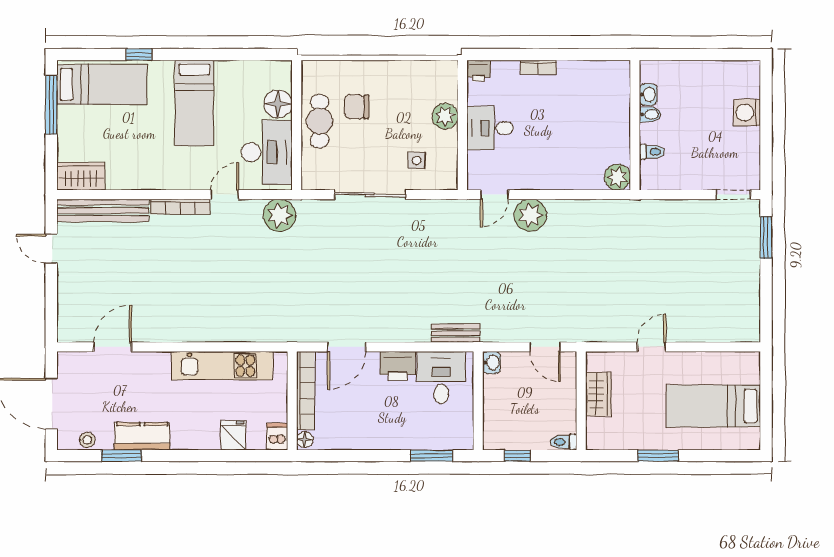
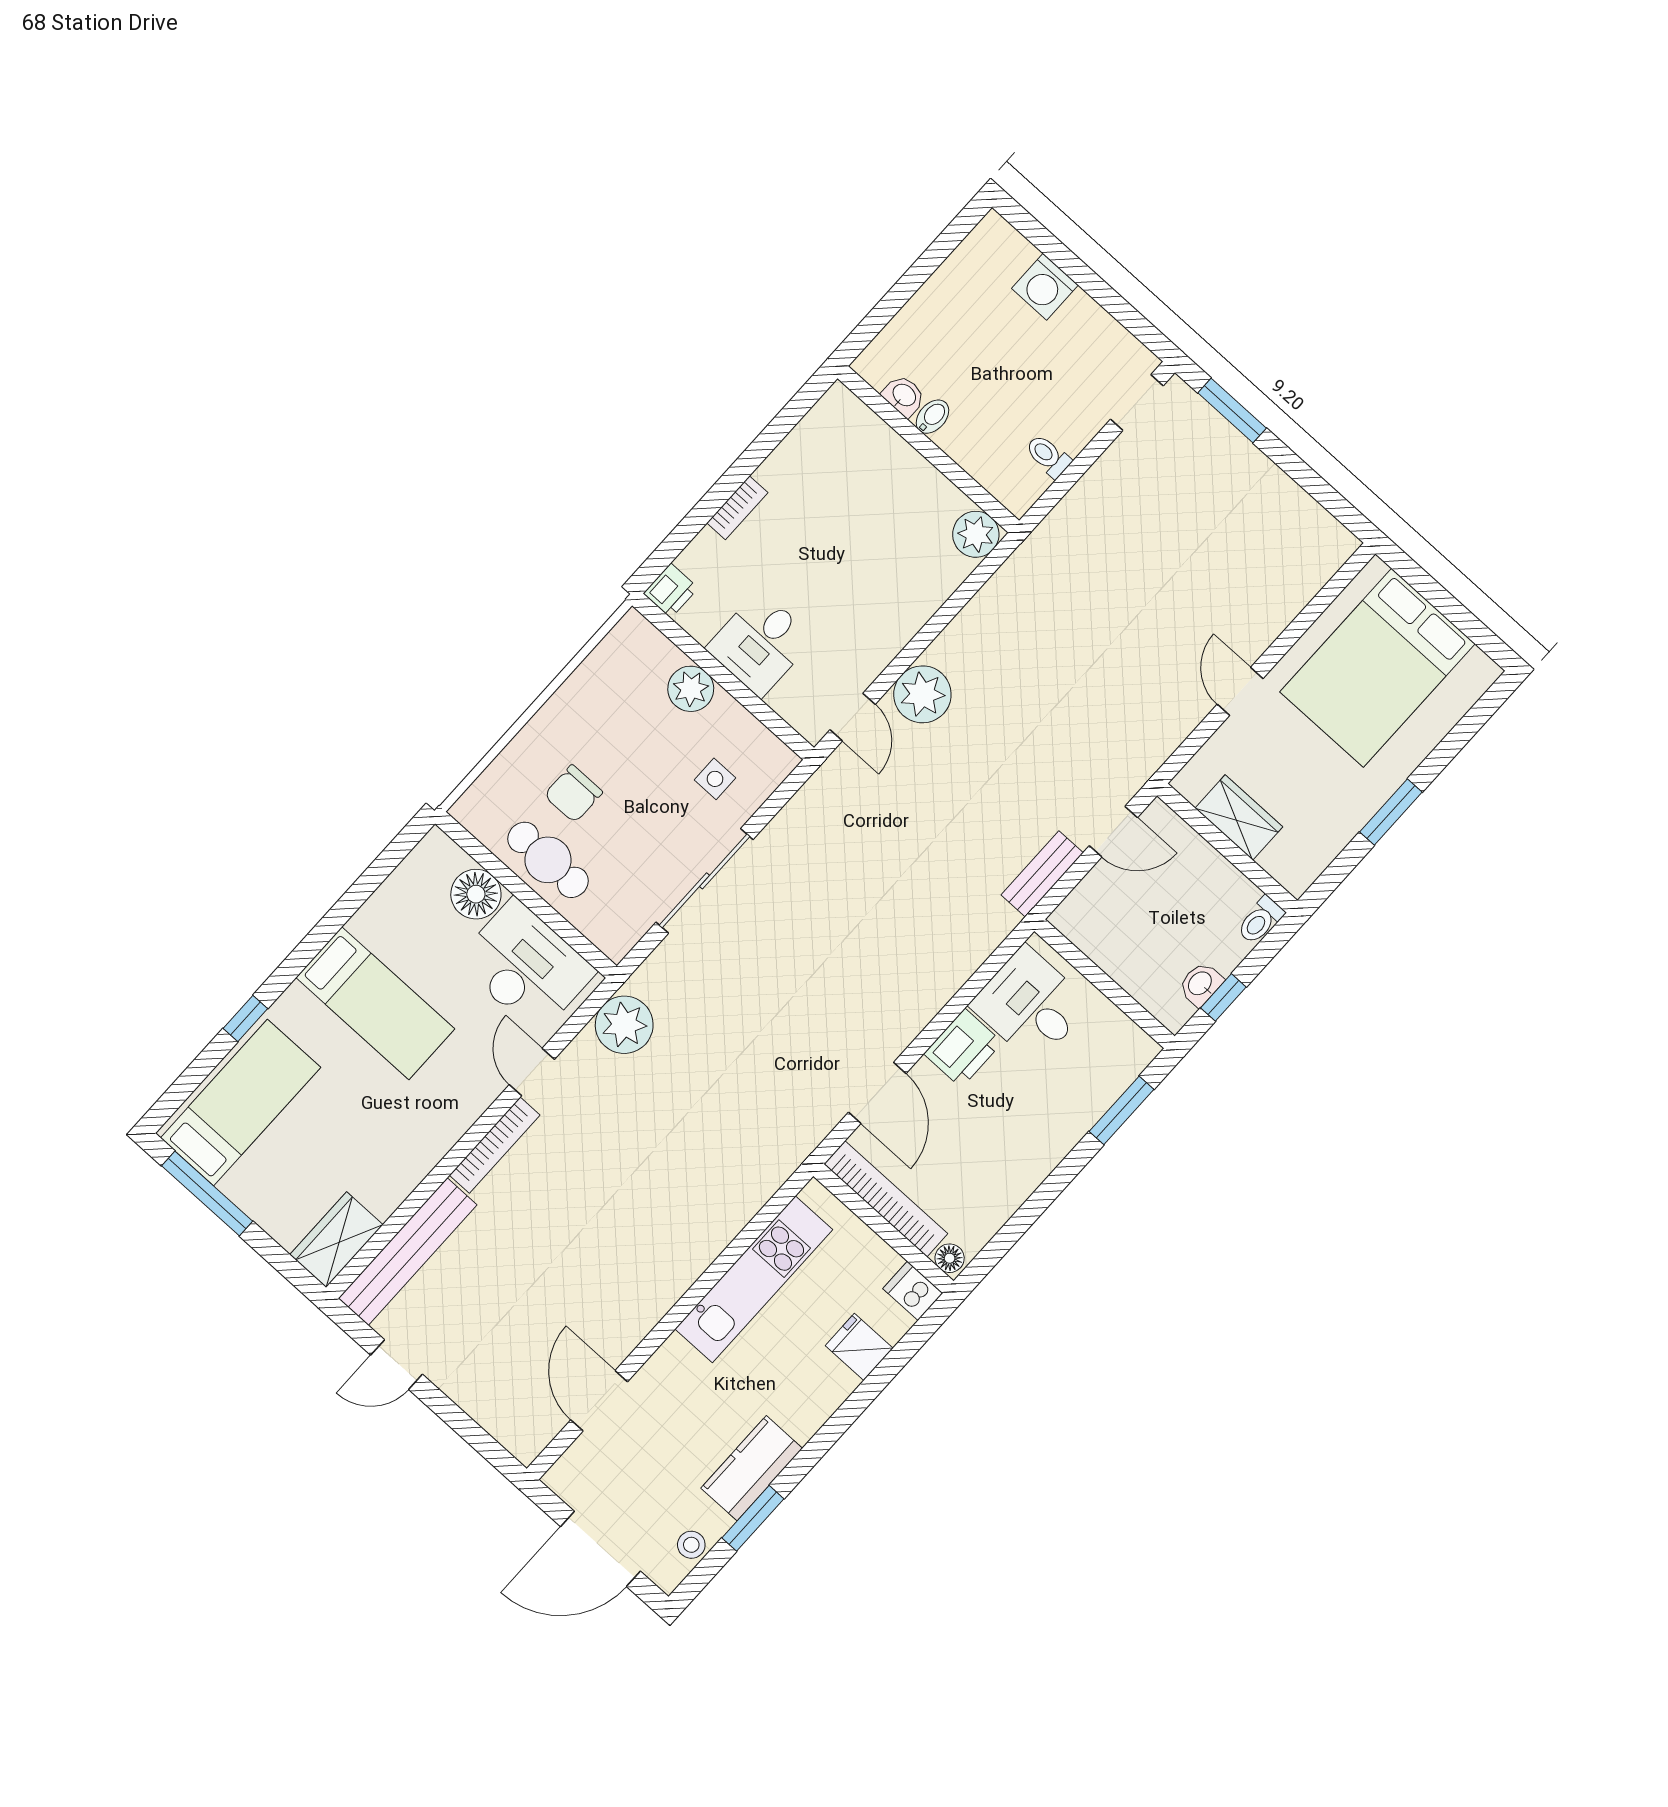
toilet: (652, 152) -> (1048, 456), moved, turned -90
bench: (456, 333) -> (1042, 874), moved
washbasin: (492, 363) -> (1201, 984), moved, turned -90
bed: (713, 406) -> (1377, 668), width x1.50

